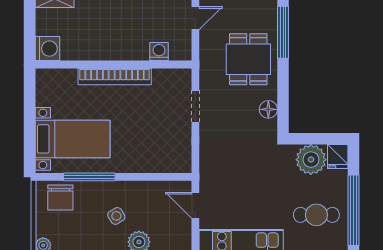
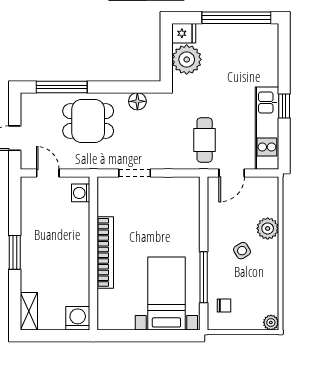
washing machine: (159, 52) -> (81, 193), moved
chair: (60, 197) -> (224, 306), width x0.54, depth x0.54
cafe table: (316, 215) -> (205, 140), moved

